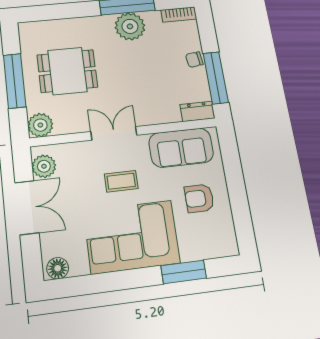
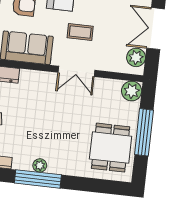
plant: (130, 26) -> (40, 165), width x0.53, depth x0.53
dining table: (67, 71) -> (111, 148), moved, turned 90

